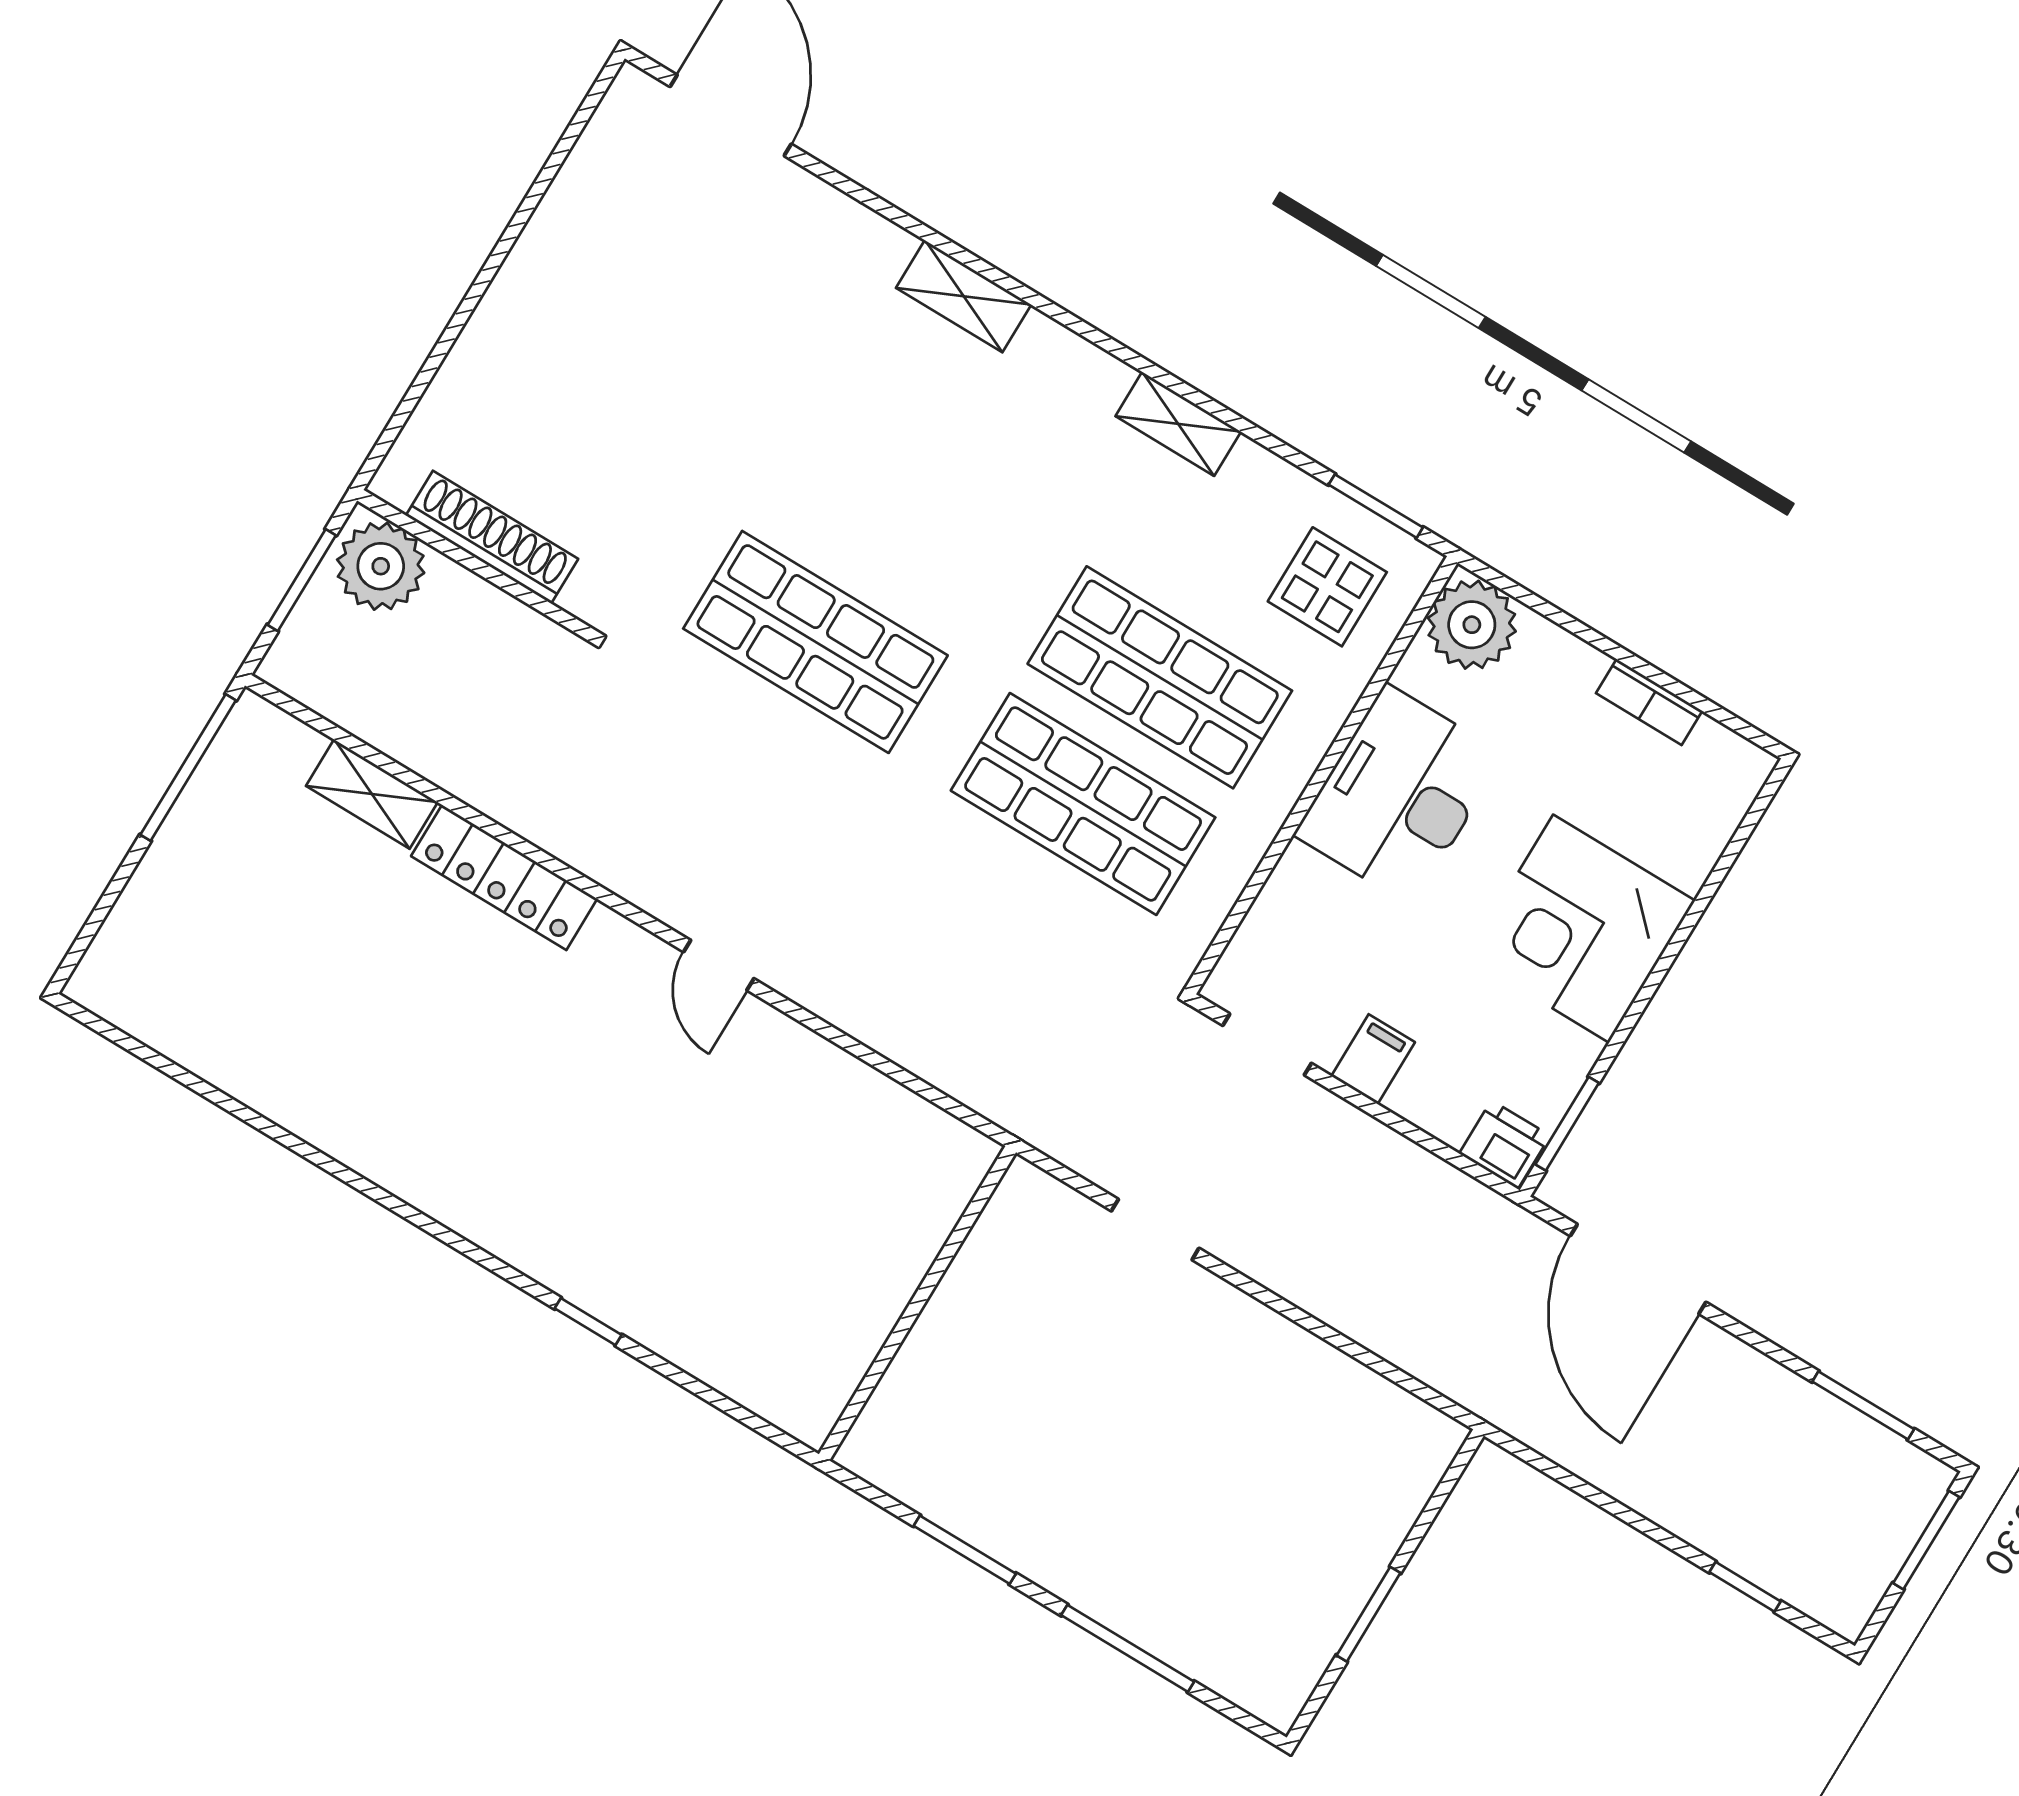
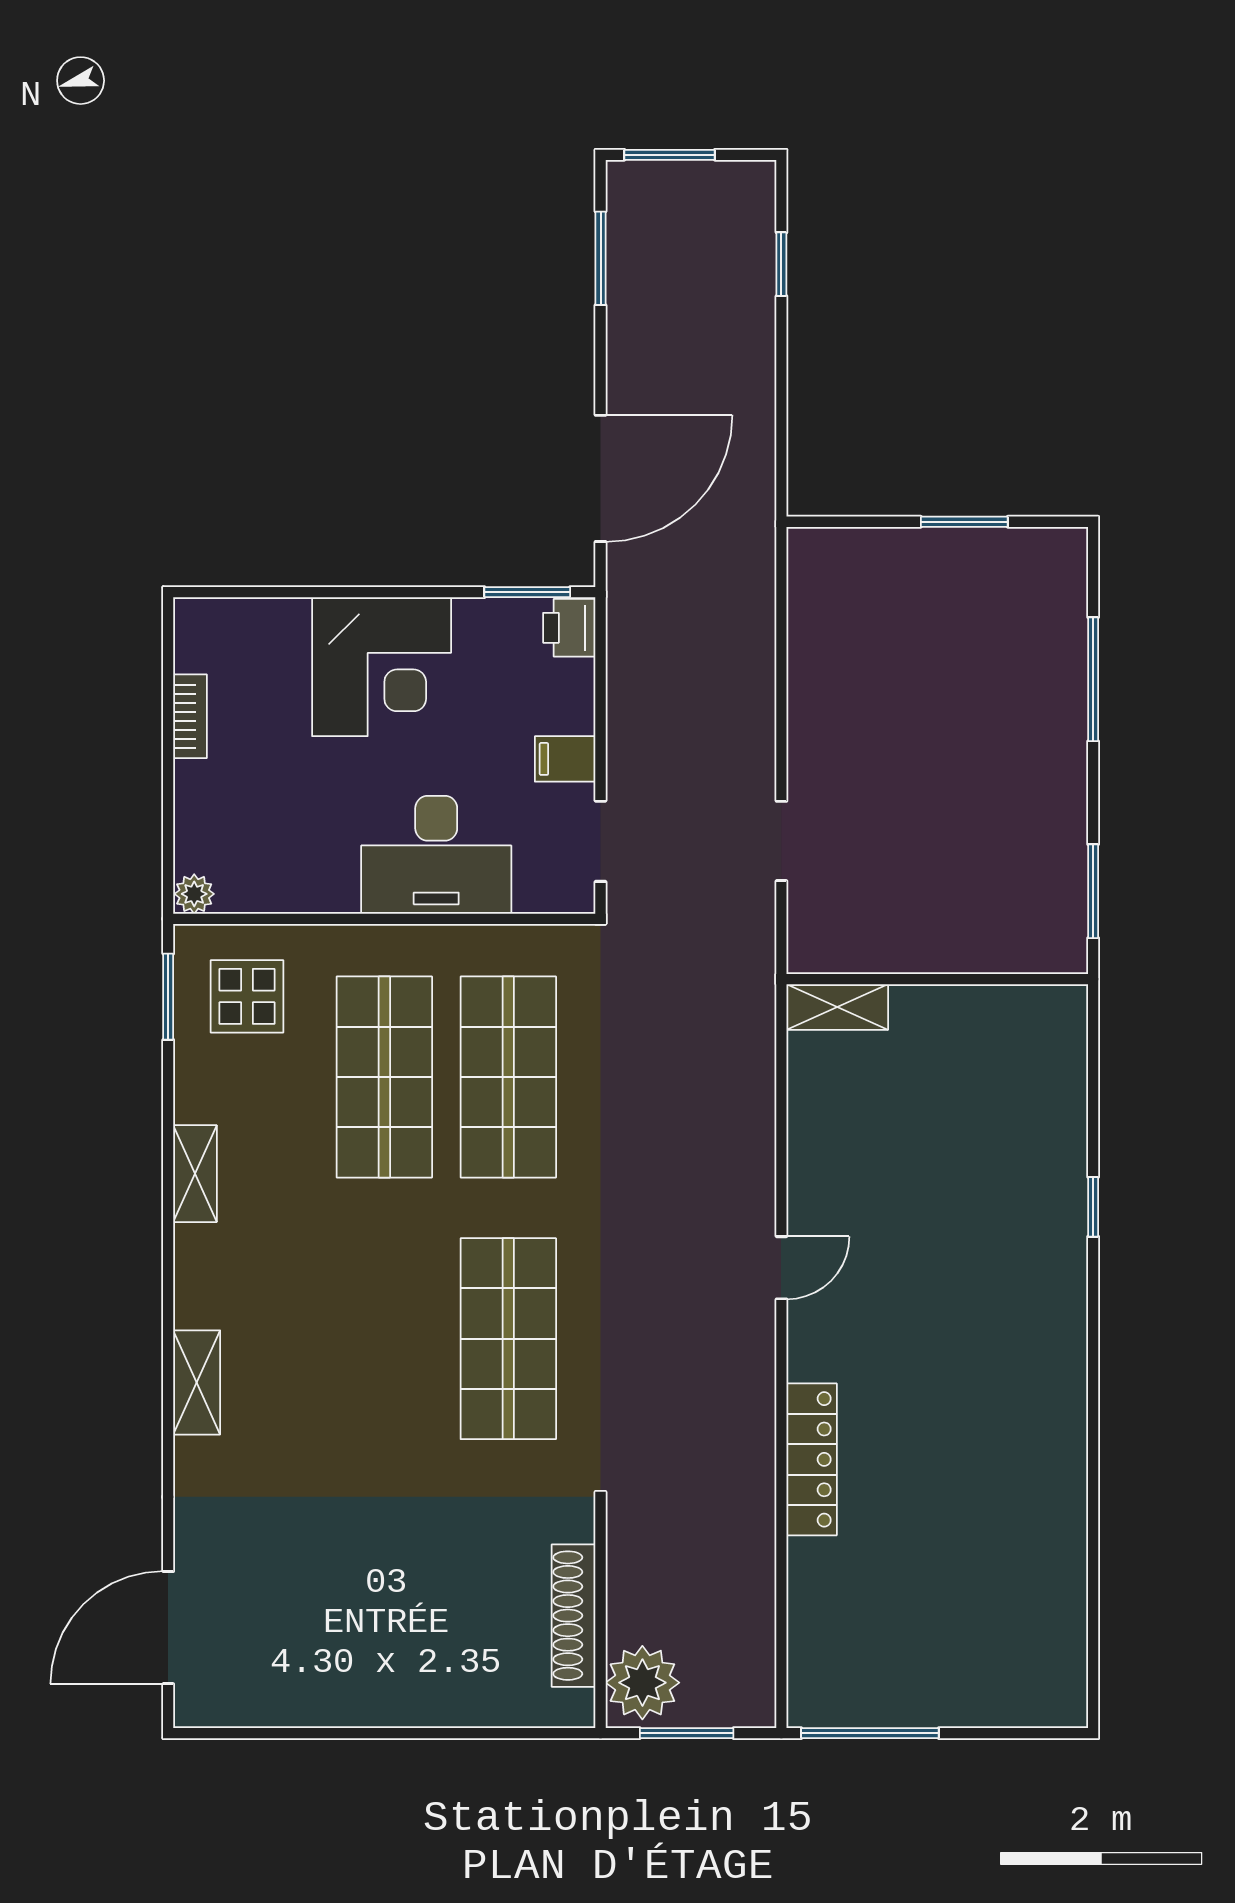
plant: (1472, 625) -> (194, 894), width x0.53, depth x0.53
shelving: (372, 794) -> (837, 1007), moved, turned 90
desk: (1399, 795) -> (436, 855), moved
window: (965, 1550) -> (1093, 891), moved

